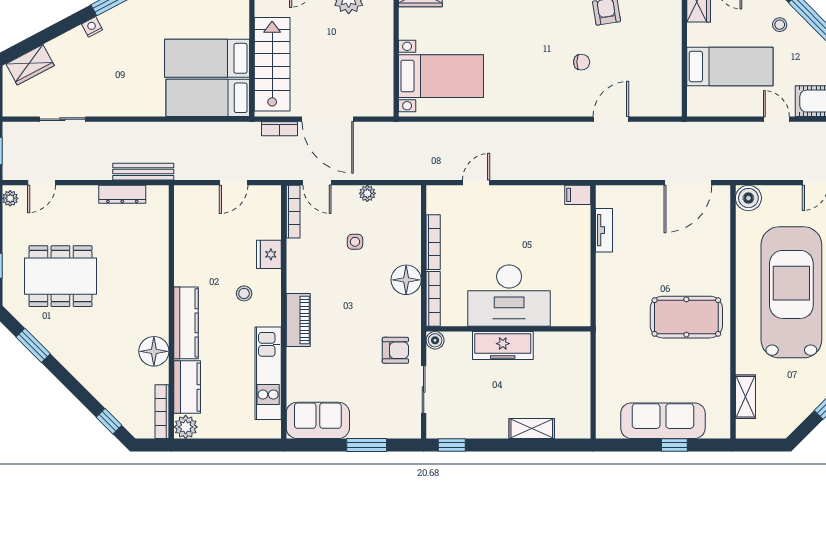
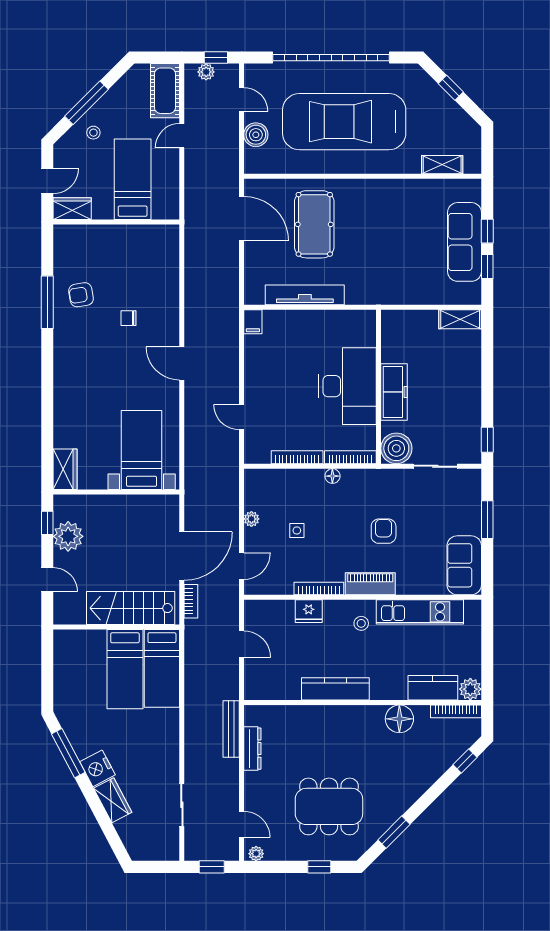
nightstand: (92, 27) -> (97, 768), width x1.89, depth x1.79
chair: (582, 62) -> (129, 318), turned -90
wardrobe: (30, 65) -> (113, 800), moved
door: (611, 119) -> (182, 363), moved
boiler: (748, 198) -> (256, 135), moved
bookcase: (293, 212) -> (319, 589), moved
tv unit: (604, 230) -> (305, 295), width x1.92, depth x1.29
dining table: (60, 276) -> (329, 806), turned 90
floor lamp: (406, 280) -> (332, 476), width x0.53, depth x0.53
stool: (244, 293) -> (361, 623), moved
pool table: (686, 317) -> (314, 224), moved
kitchen counter: (186, 323) -> (335, 689), moved
boiler: (435, 340) -> (396, 448), width x1.86, depth x1.86
armchair: (395, 350) -> (384, 531), moved
shelving: (532, 428) -> (460, 319), moved, turned 90
window: (637, 445) -> (487, 267), added

